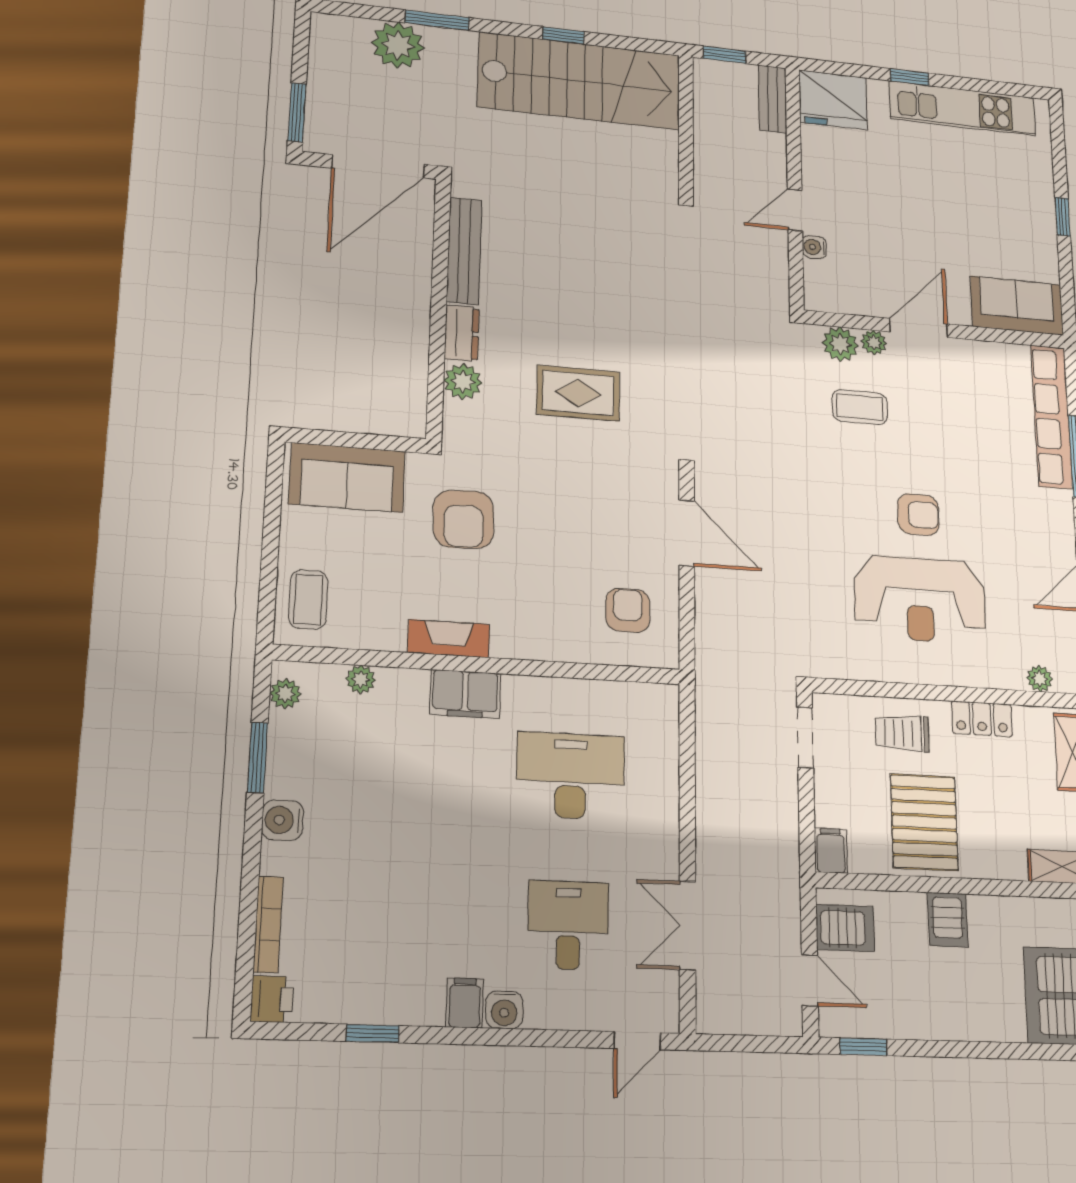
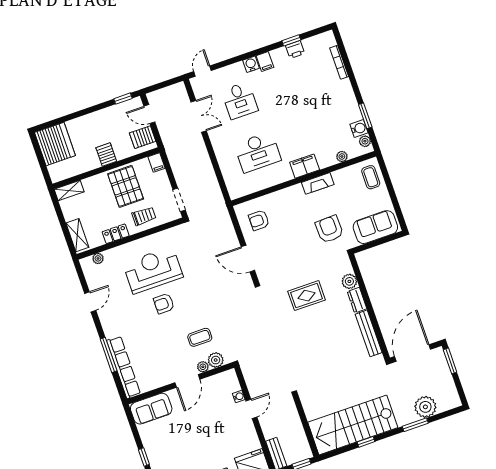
armchair: (628, 610) -> (259, 220), turned 90
water cooler: (282, 820) -> (359, 128), moved
printer: (272, 999) -> (295, 50), moved, turned -90

